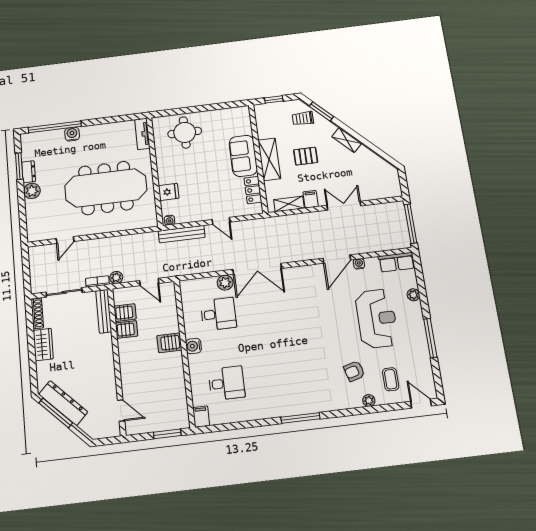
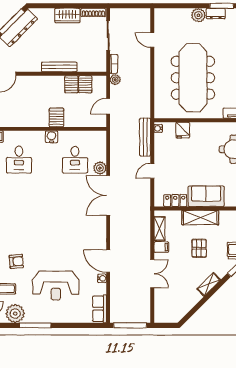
plant: (413, 295) -> (15, 314), moved, width x1.88, depth x1.88
bench: (104, 311) -> (59, 67), moved
armchair: (354, 371) -> (16, 261), turned 101

